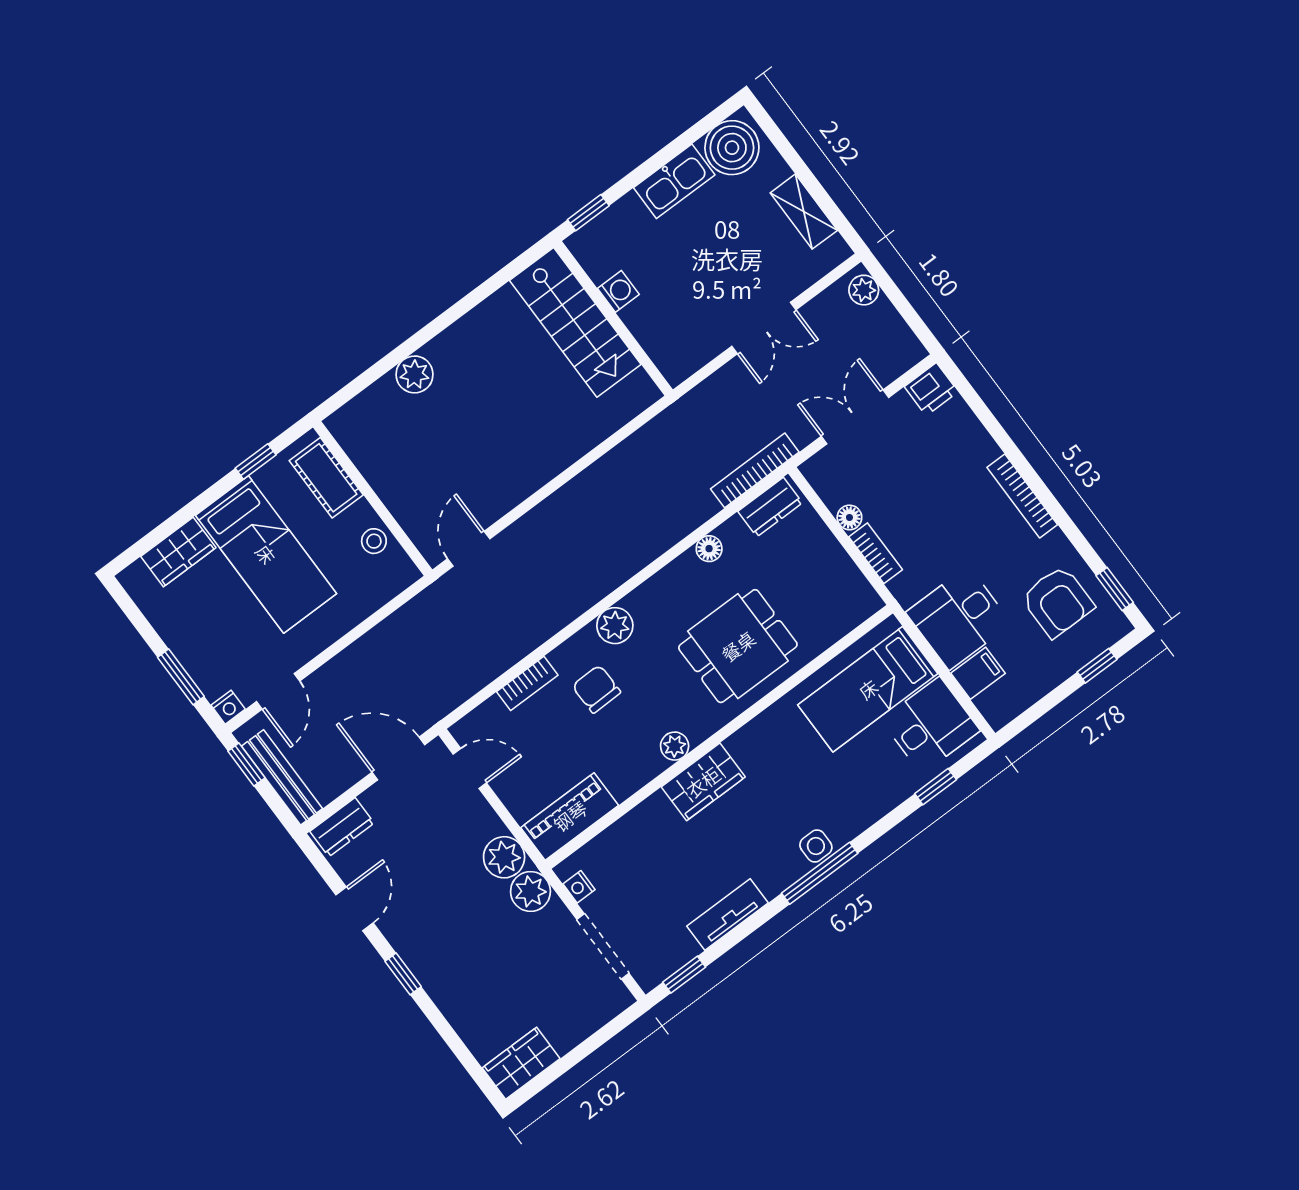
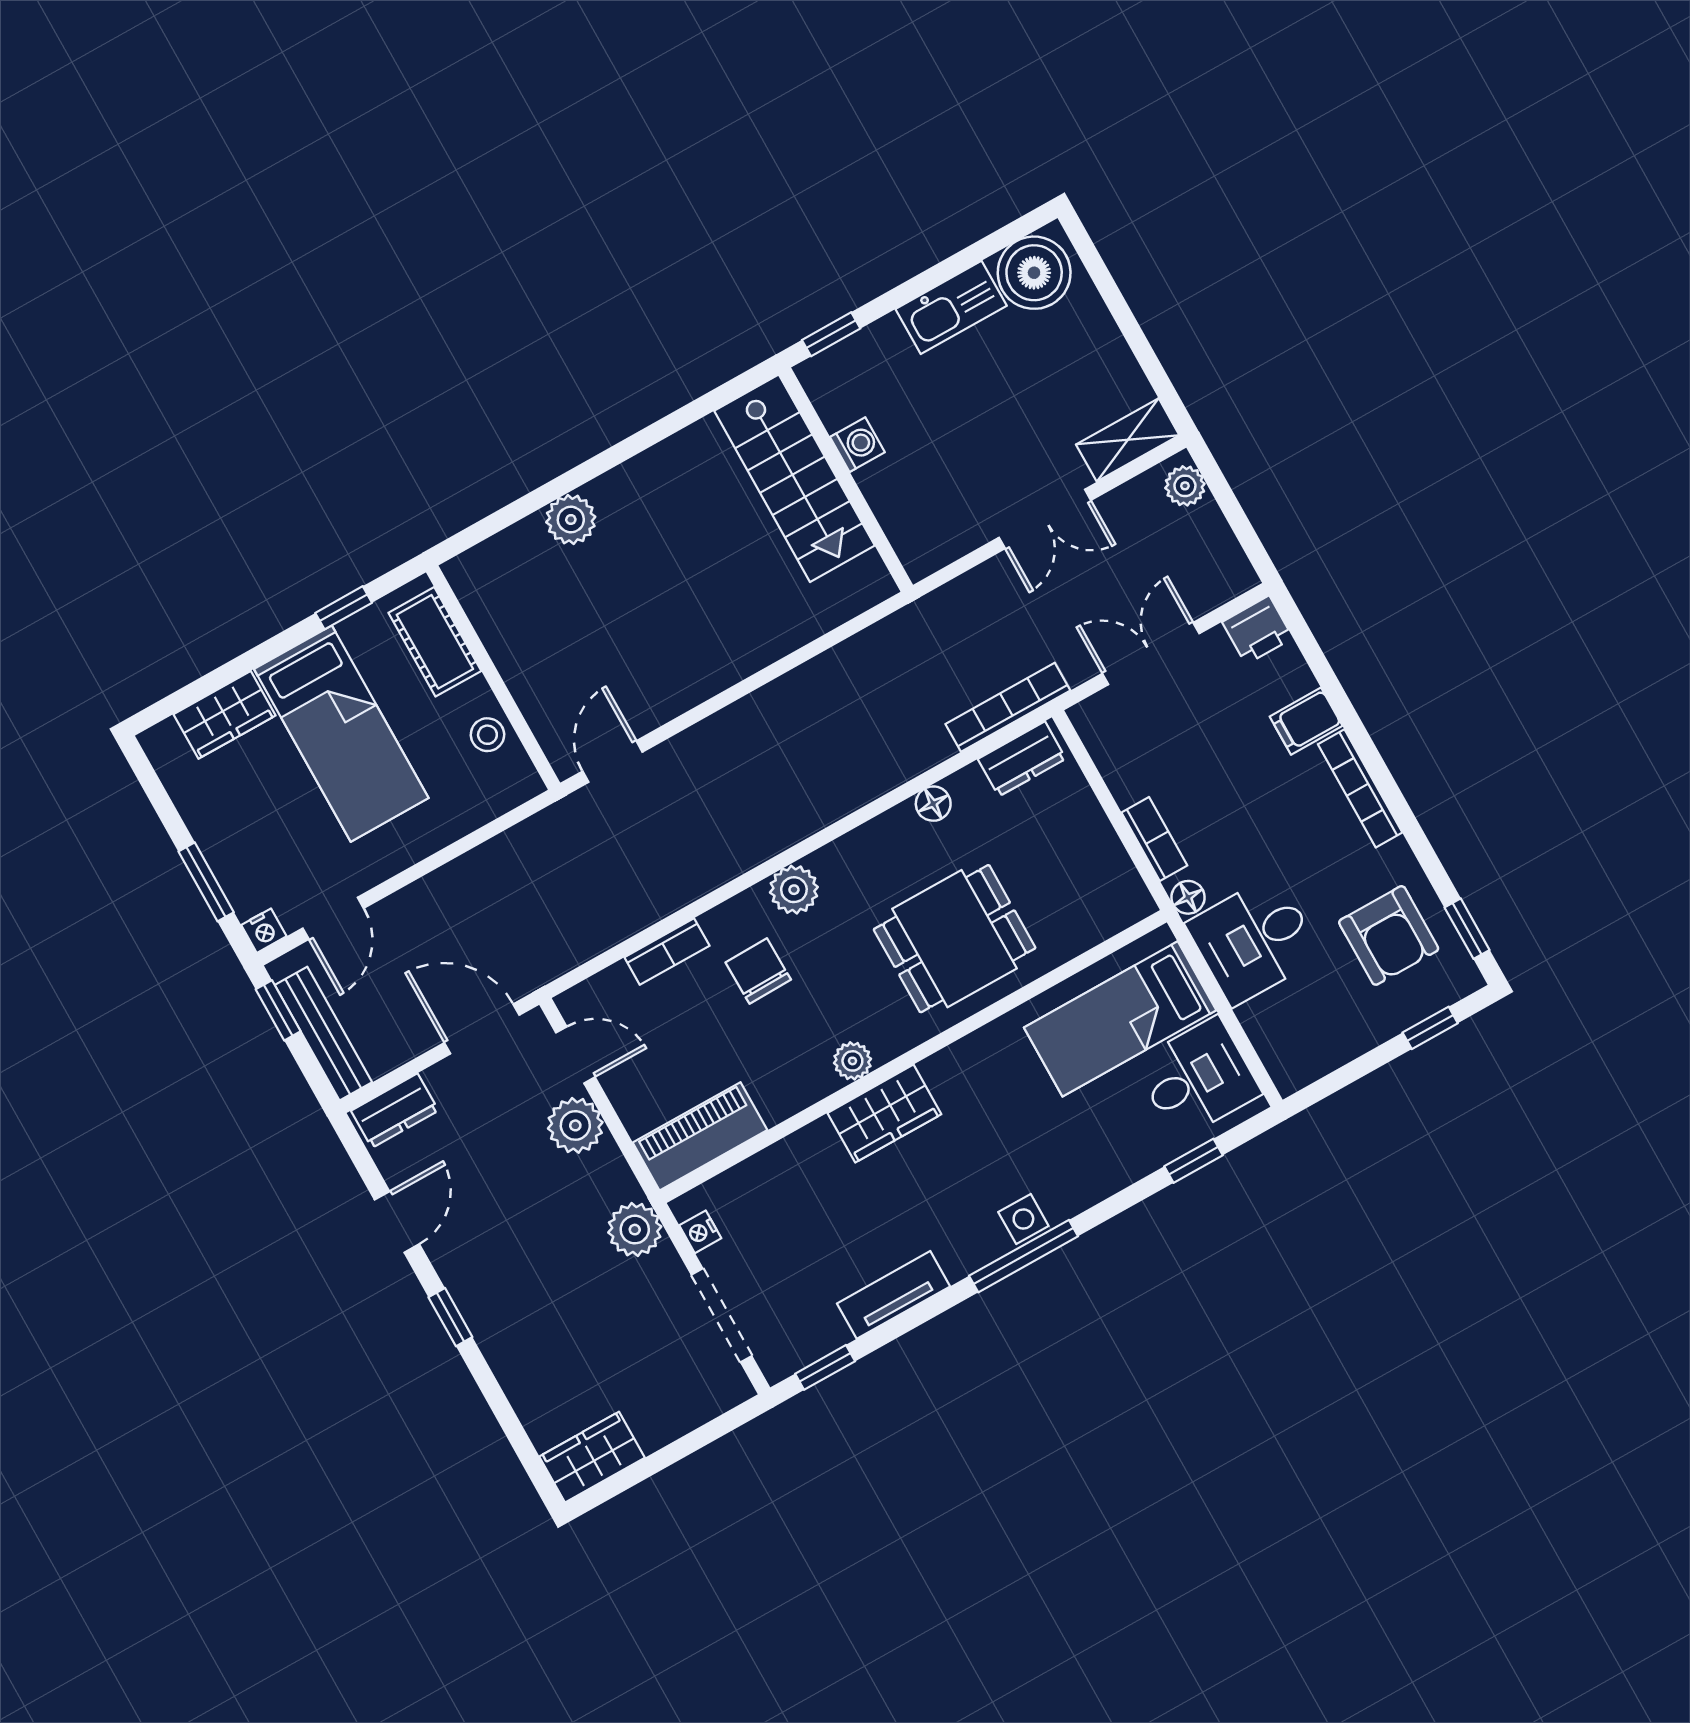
shelving: (804, 212) -> (1128, 440), moved, turned 90
floor lamp: (849, 517) -> (1188, 897), moved
filing cabinet: (978, 673) -> (1306, 721), moved, turned 180
plant: (504, 857) -> (575, 1125), moved

